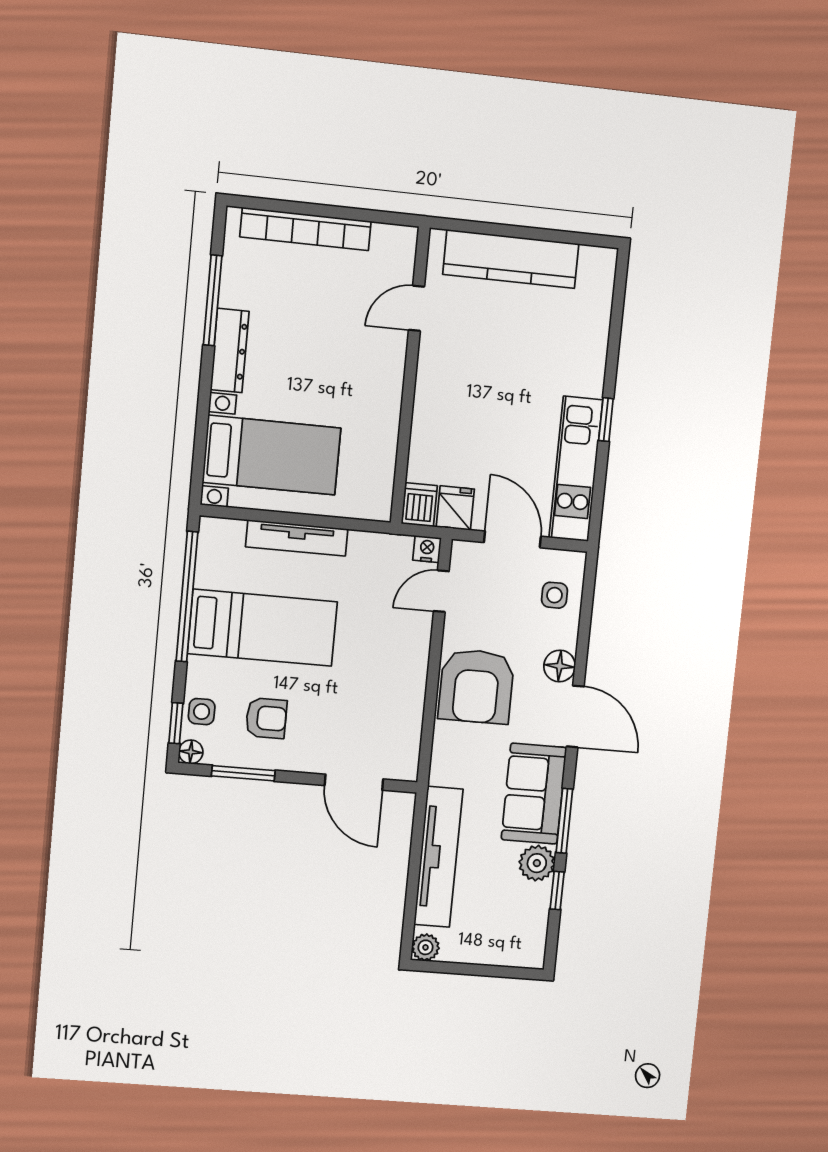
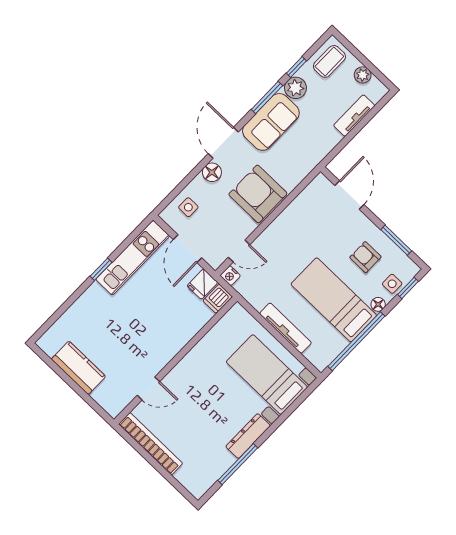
bookcase: (306, 229) -> (151, 444), moved
kitchen counter: (511, 259) -> (78, 368), width x0.67
armchair: (476, 686) -> (258, 194), turned -90
floor lamp: (191, 752) -> (378, 304), moved
tv unit: (438, 857) -> (354, 116), width x0.52, depth x0.78
coffee table: (520, 932) -> (329, 61), added
plant: (425, 947) -> (363, 75), moved

